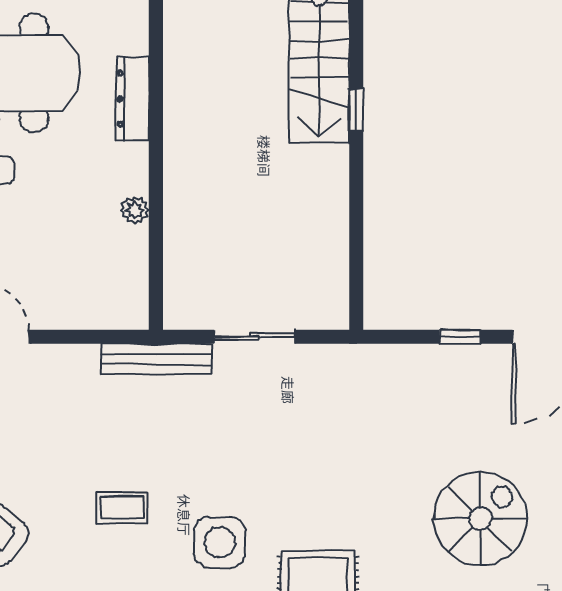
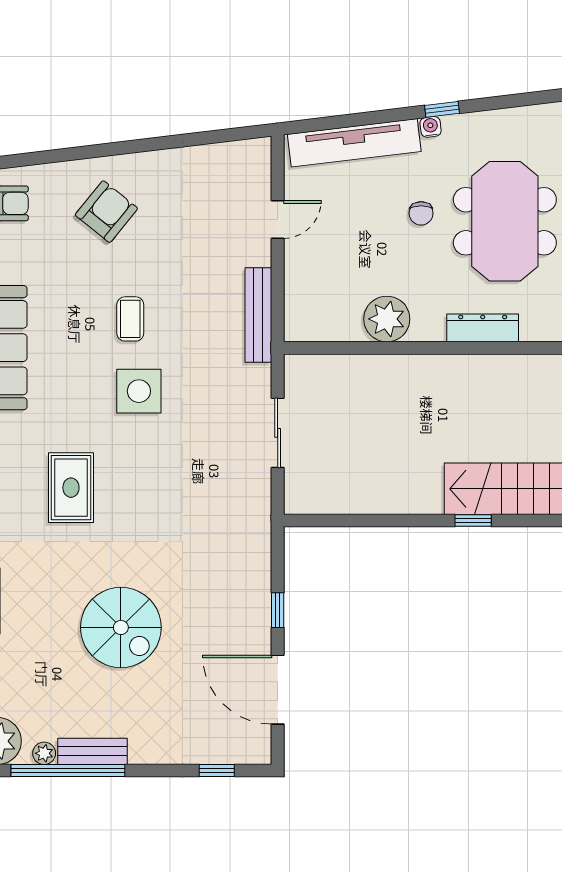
plant: (135, 210) -> (387, 319), width x1.88, depth x1.88
bench: (156, 359) -> (258, 315), moved
side table: (220, 542) -> (139, 391), moved

